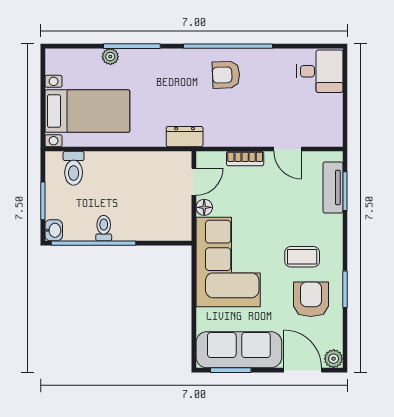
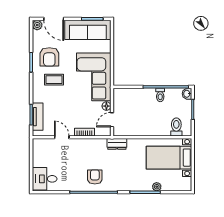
armchair: (226, 75) -> (95, 177), turned -88

